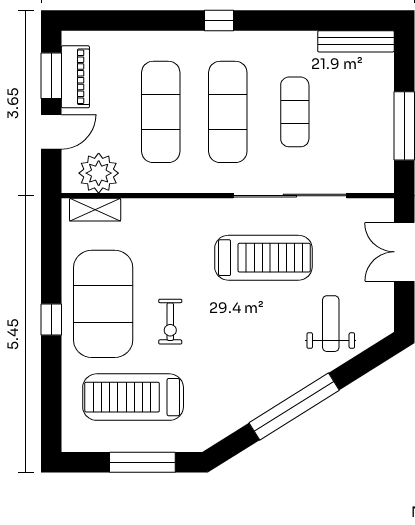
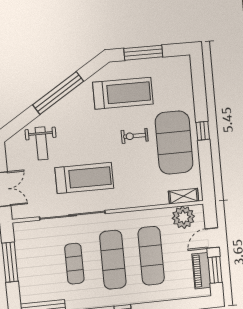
treadmill: (263, 258) -> (84, 178), turned 180
exercise bike: (170, 322) -> (135, 136), turned -90
treadmill: (133, 397) -> (123, 93), moved

